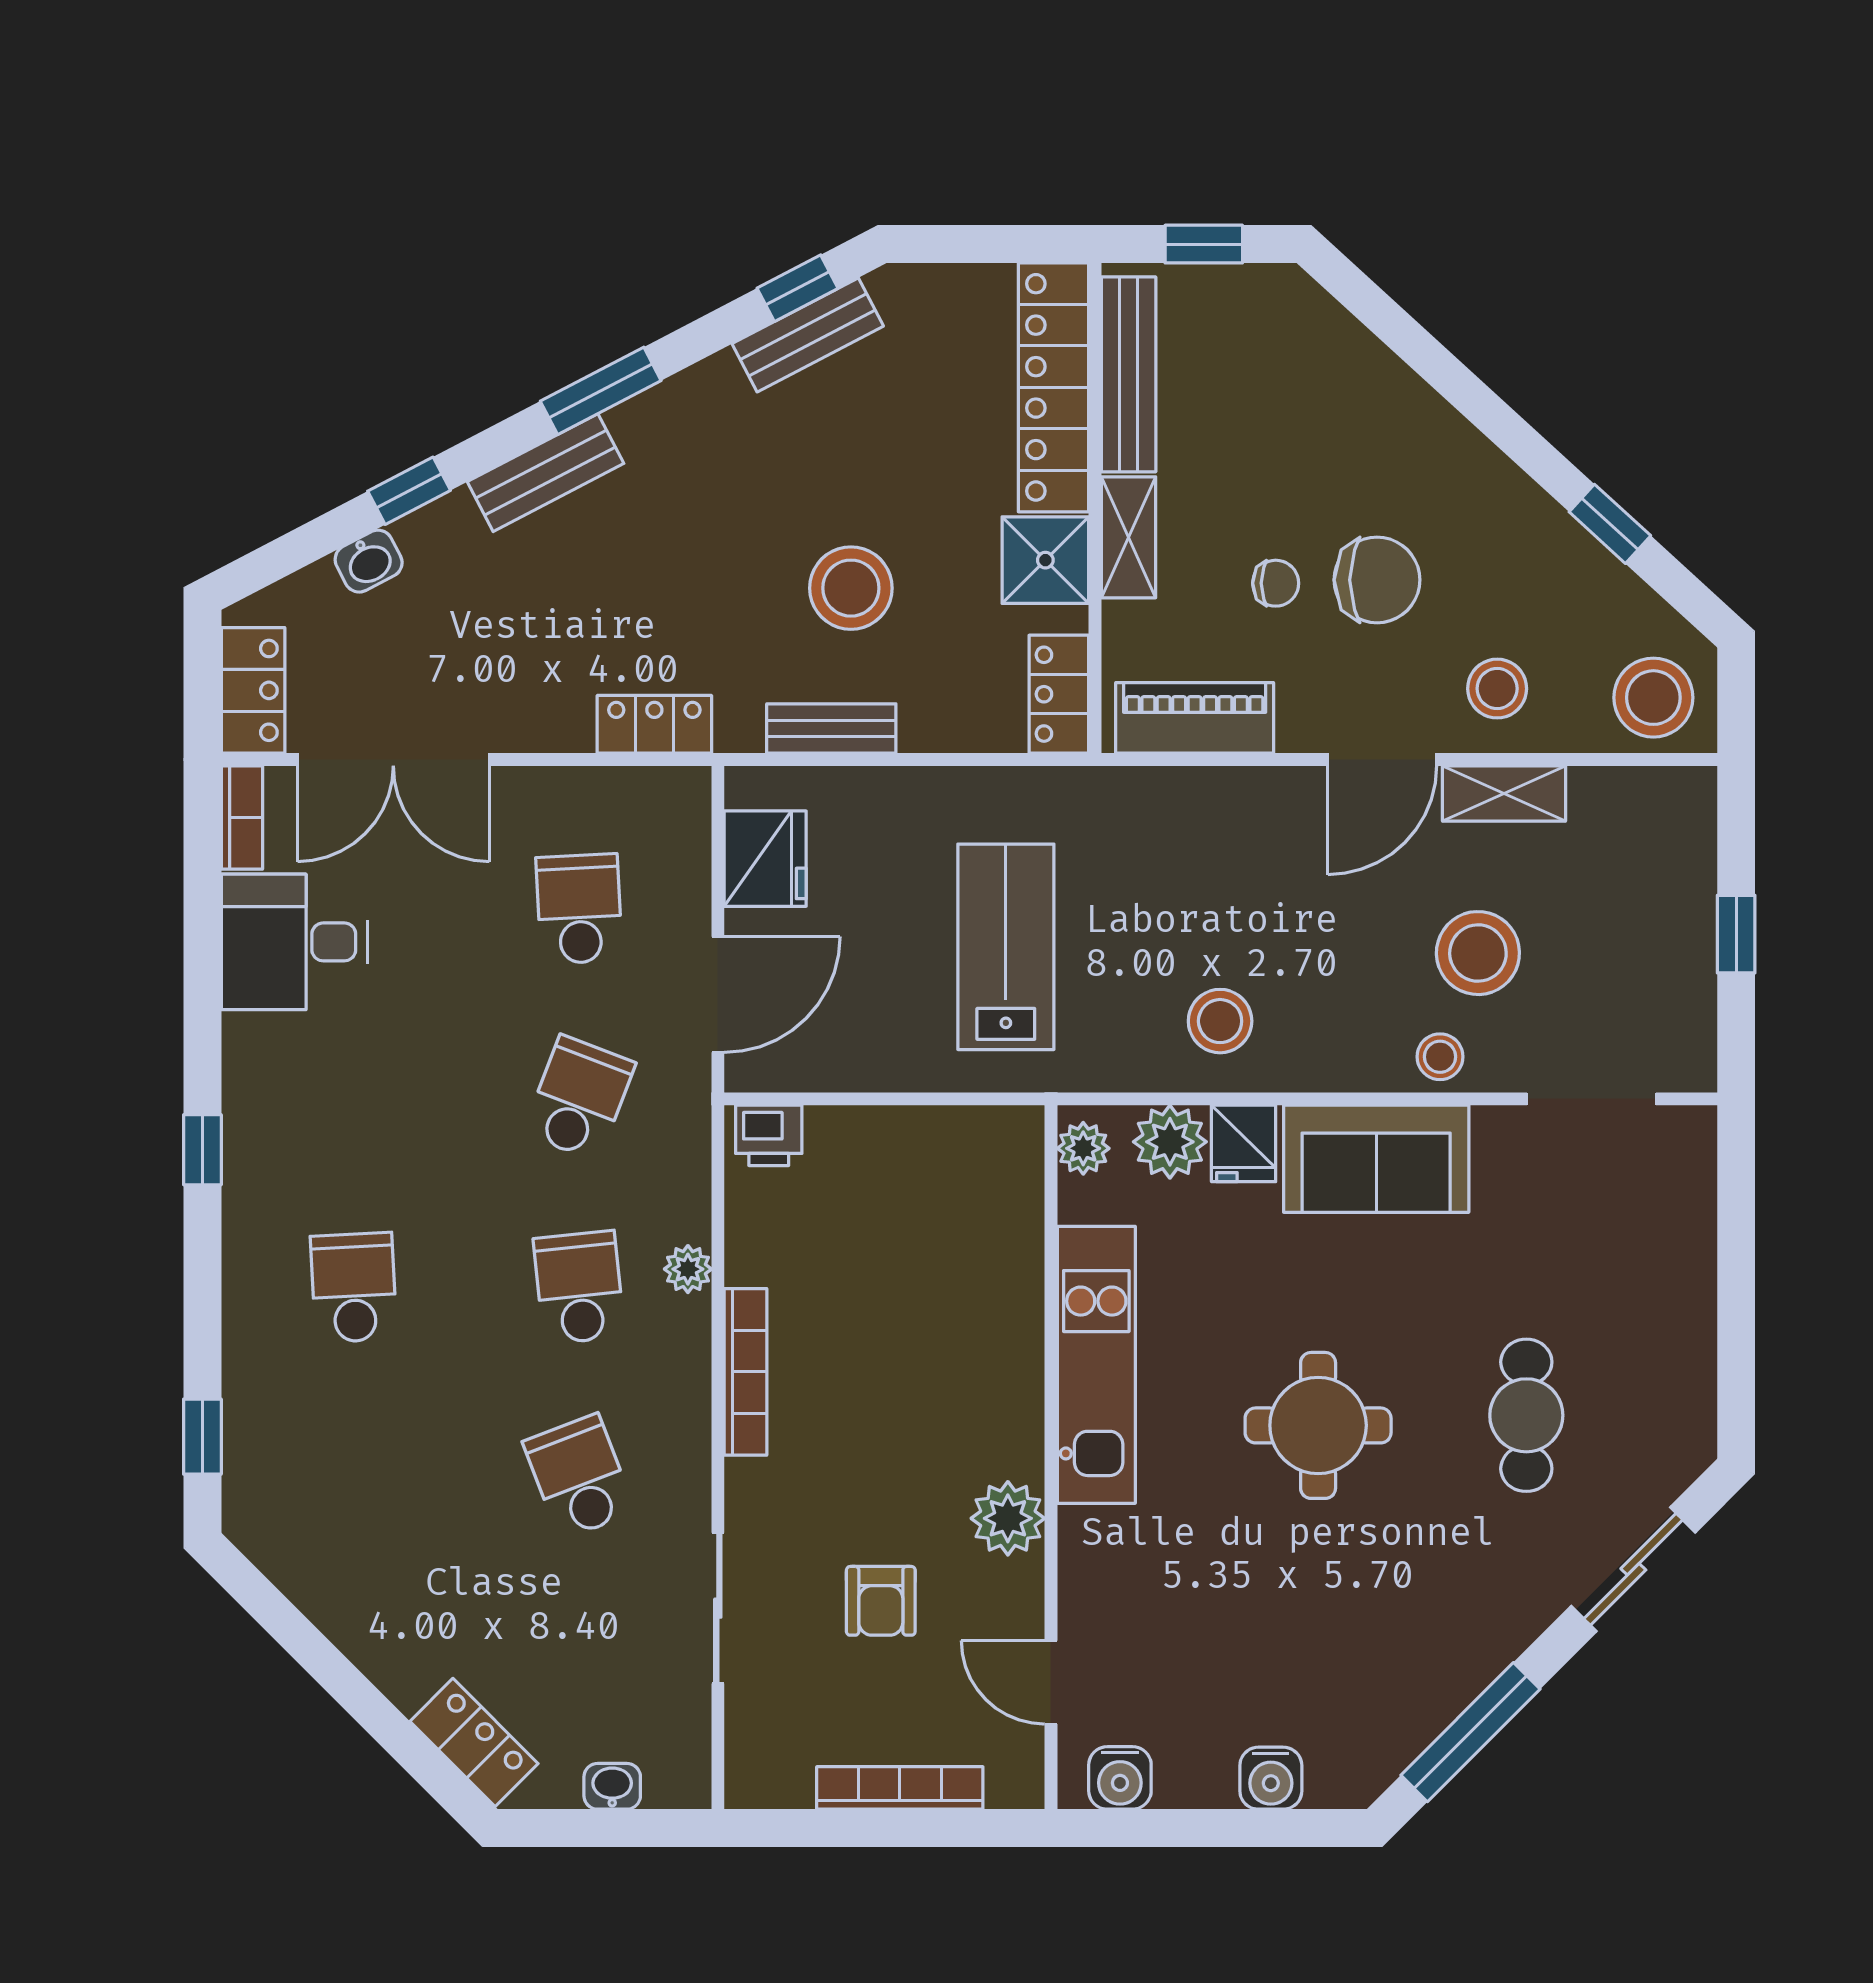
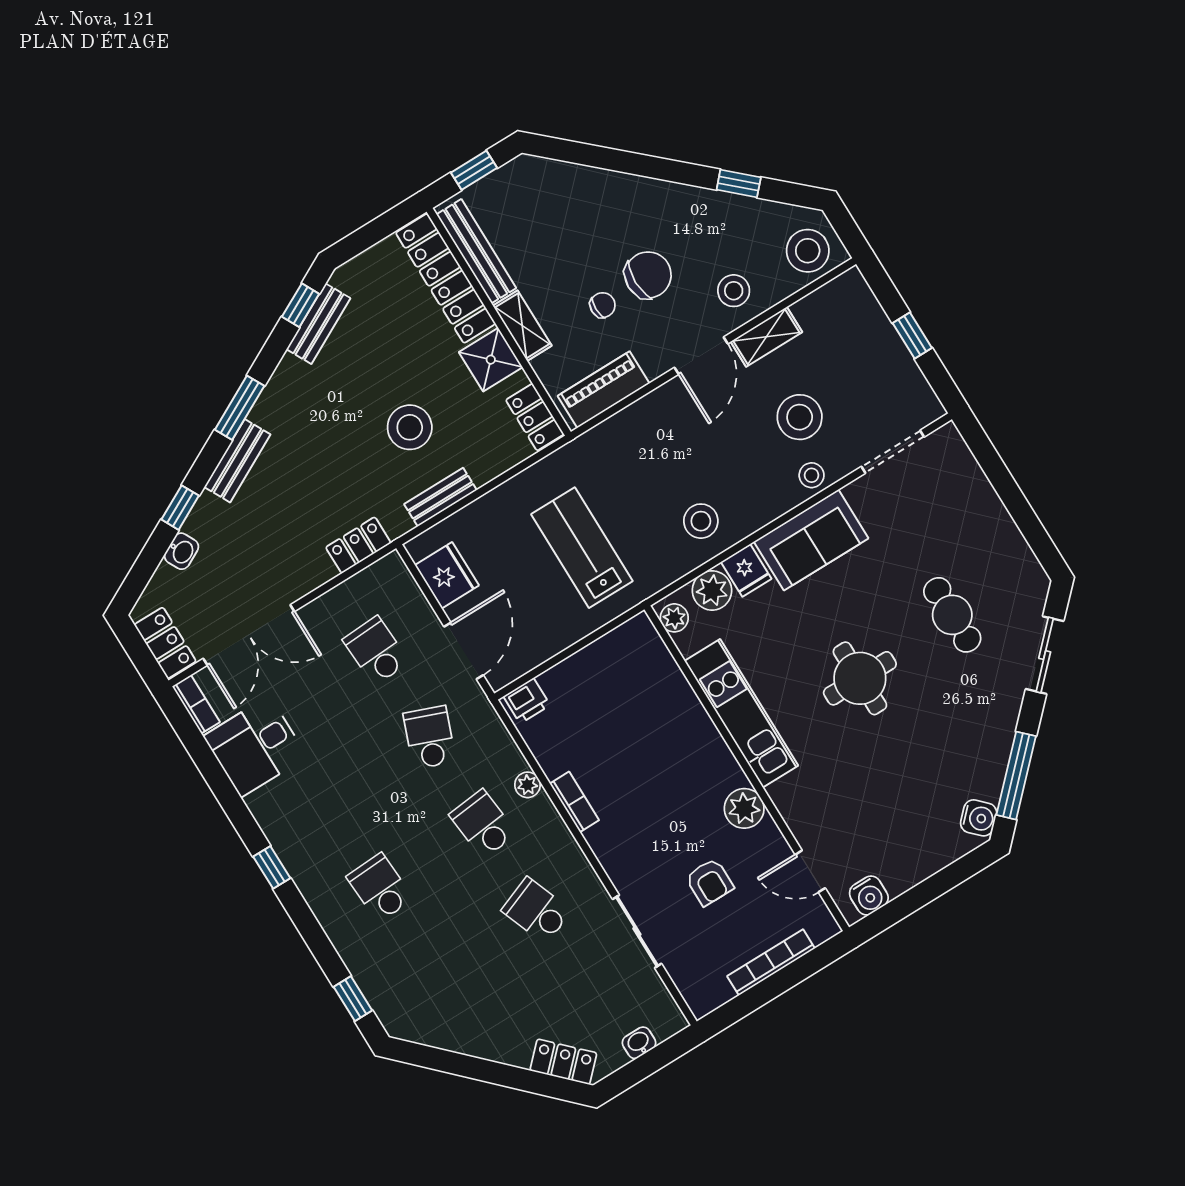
bookcase: (745, 1372) -> (574, 802), width x0.64
water cooler: (1271, 1778) -> (979, 818), moved, turned -45

